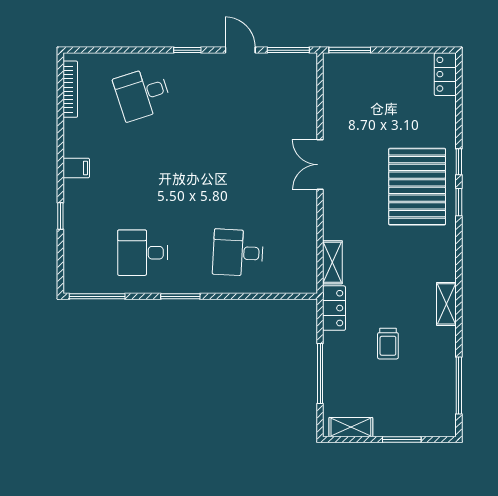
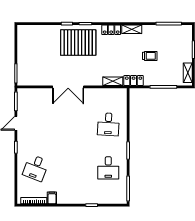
locker: (445, 74) -> (111, 30), moved
desk: (142, 94) -> (36, 168), turned 39
double door: (320, 165) -> (68, 87), width x1.37
filing cabinet: (76, 168) -> (52, 198), moved

